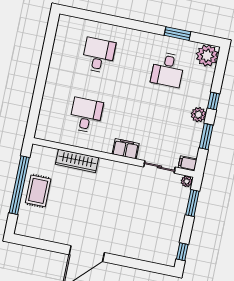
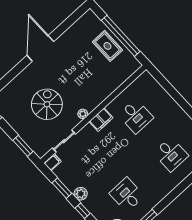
filing cabinet: (126, 149) -> (101, 120), moved
wardrobe: (77, 161) -> (109, 87), removed
plant: (187, 181) -> (83, 114), moved
spiral stairs: (136, 209) -> (47, 104), added

